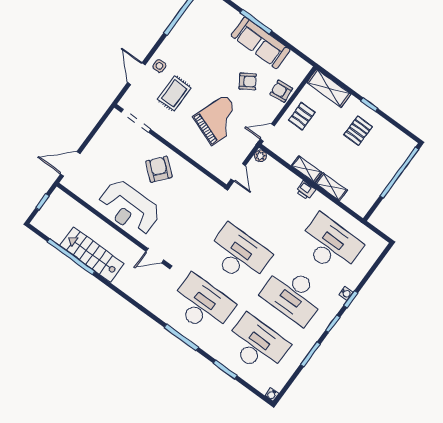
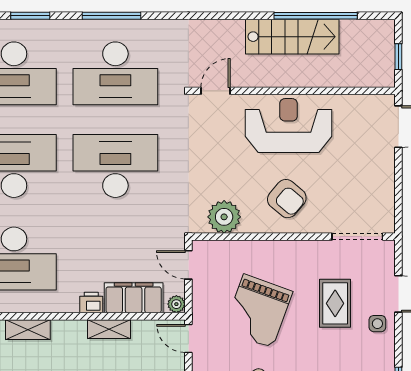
door: (267, 133) -> (188, 338), swing flipped
filing cabinet: (281, 176) -> (134, 298), added
plant: (200, 184) -> (224, 217), added
shelving: (331, 187) -> (28, 330), moved
desk: (239, 255) -> (115, 166), turned 180

